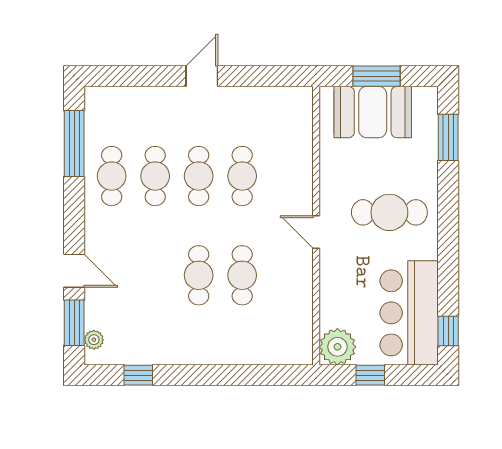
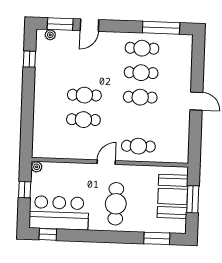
cafe table: (242, 176) -> (138, 146), moved
plant: (337, 347) -> (37, 167), width x0.53, depth x0.53

